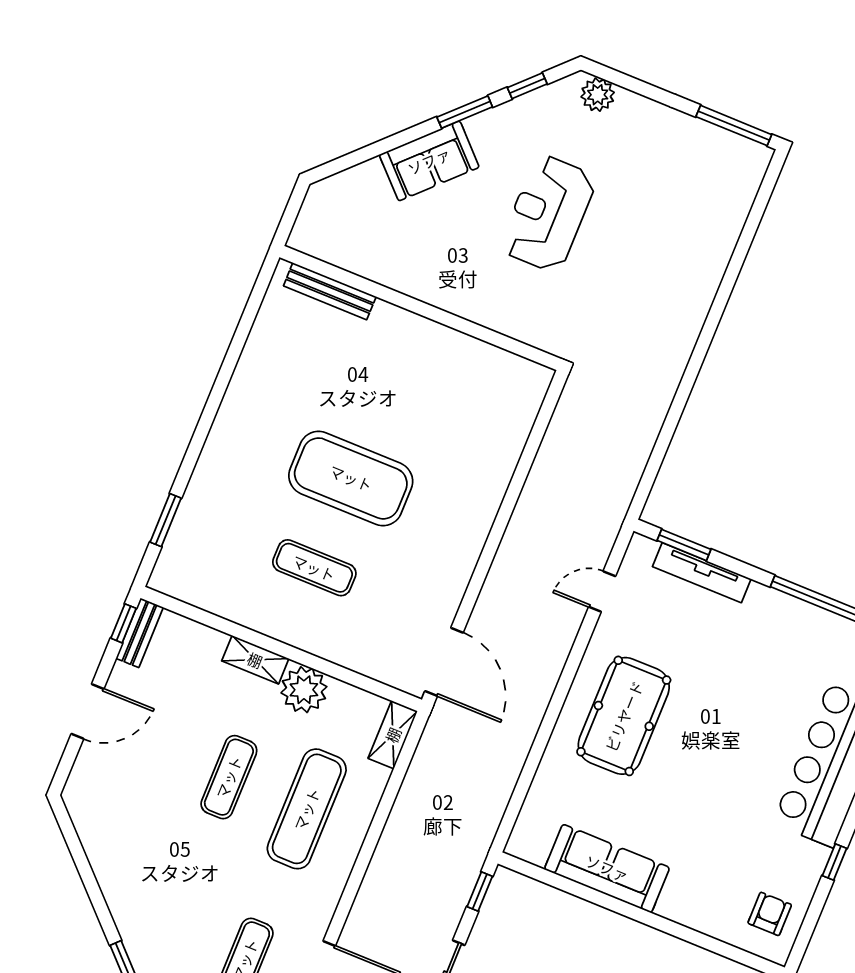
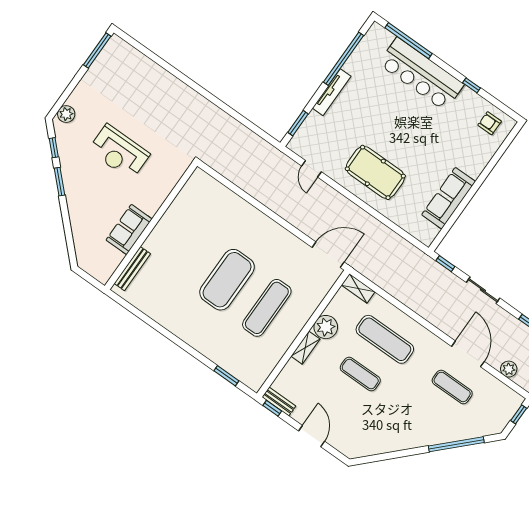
sofa: (429, 161) -> (129, 229), moved, turned -135
exercise mat: (314, 568) -> (267, 308), width x1.36, depth x1.45
tv unit: (702, 573) -> (332, 92), moved

